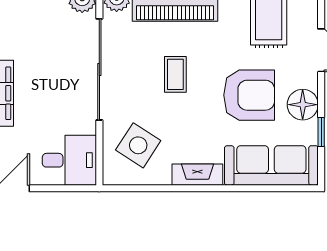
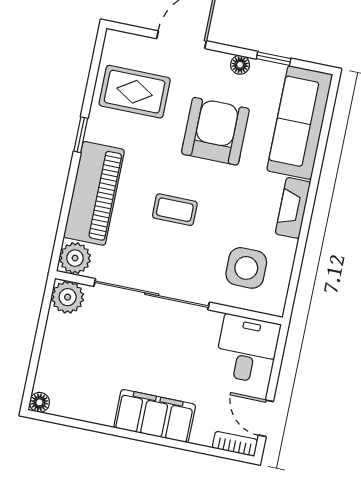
floor lamp: (303, 105) -> (240, 65), width x0.53, depth x0.53
side table: (138, 145) -> (246, 268), turned -33

